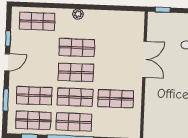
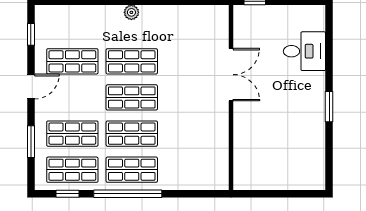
shop shelf: (37, 21) -> (72, 61), moved
window: (8, 38) -> (31, 34), moved
shop shelf: (116, 99) -> (191, 134), removed

